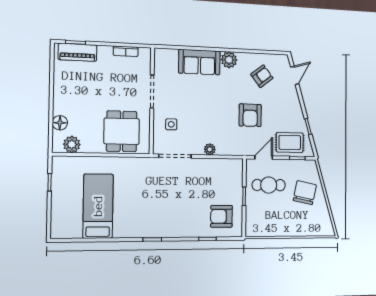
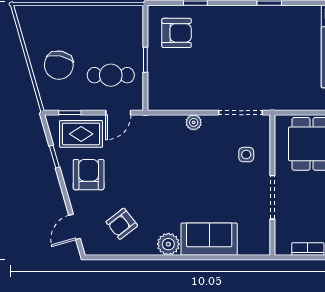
armchair: (250, 115) -> (89, 175), moved

